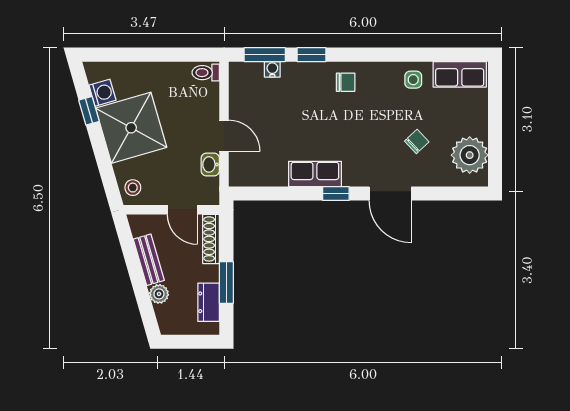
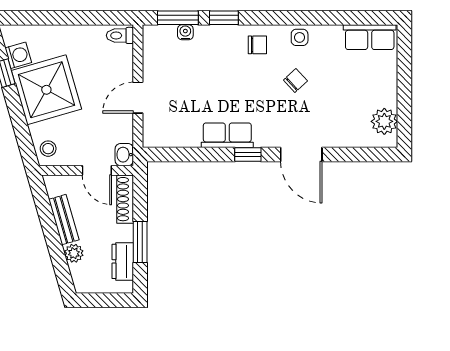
side table: (413, 80) -> (300, 37), moved
door: (224, 136) -> (138, 98), swing flipped
chair: (417, 142) -> (295, 80), moved
plant: (470, 155) -> (384, 121), width x0.73, depth x0.73
washbasin: (210, 165) -> (124, 155), moved

